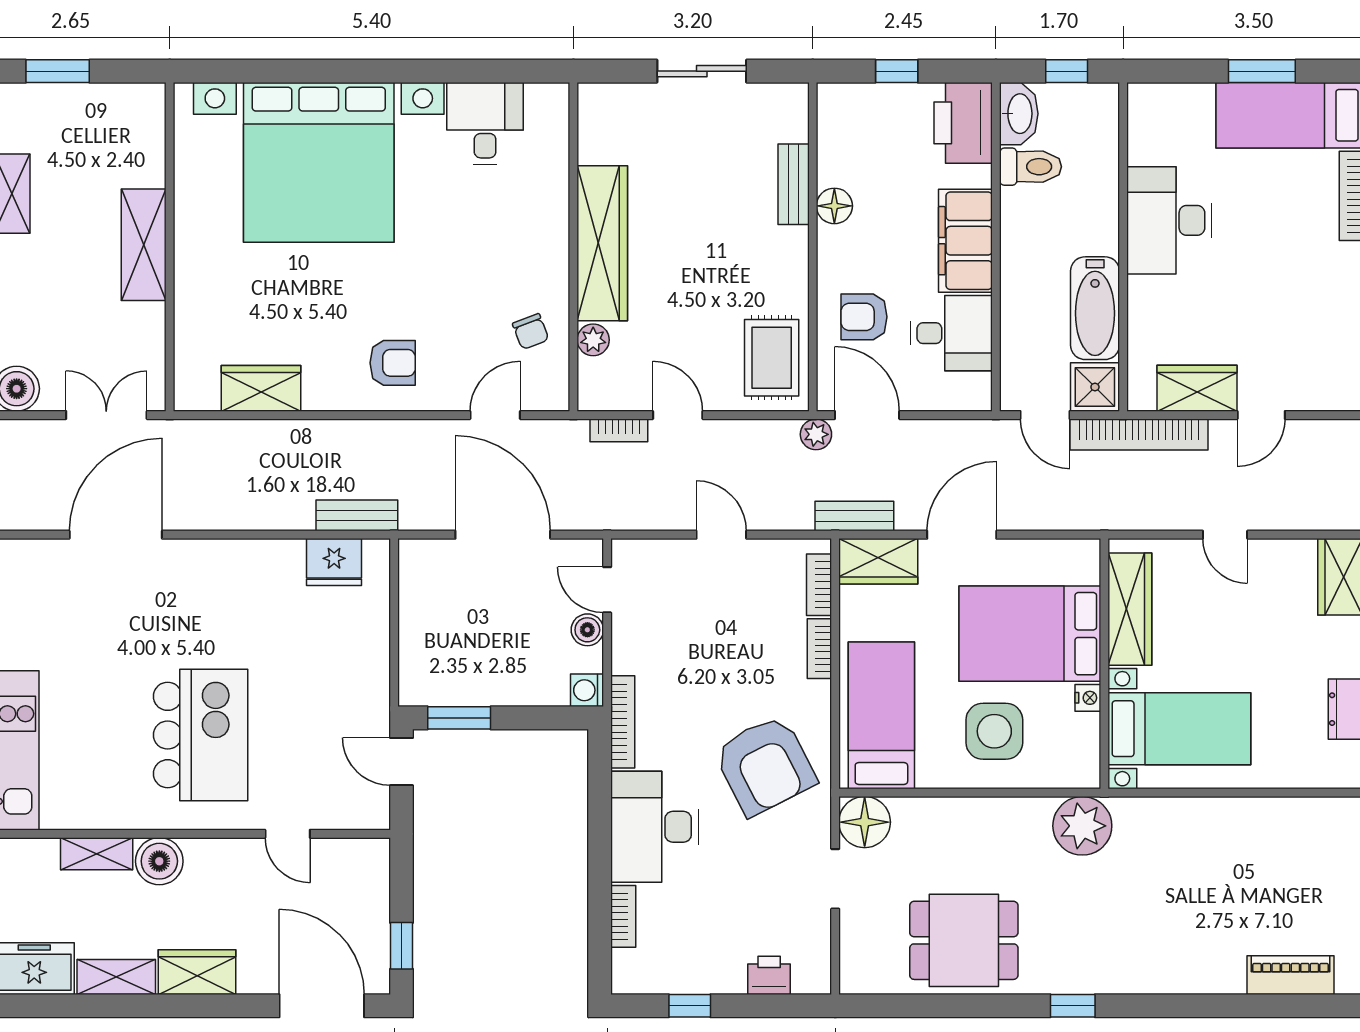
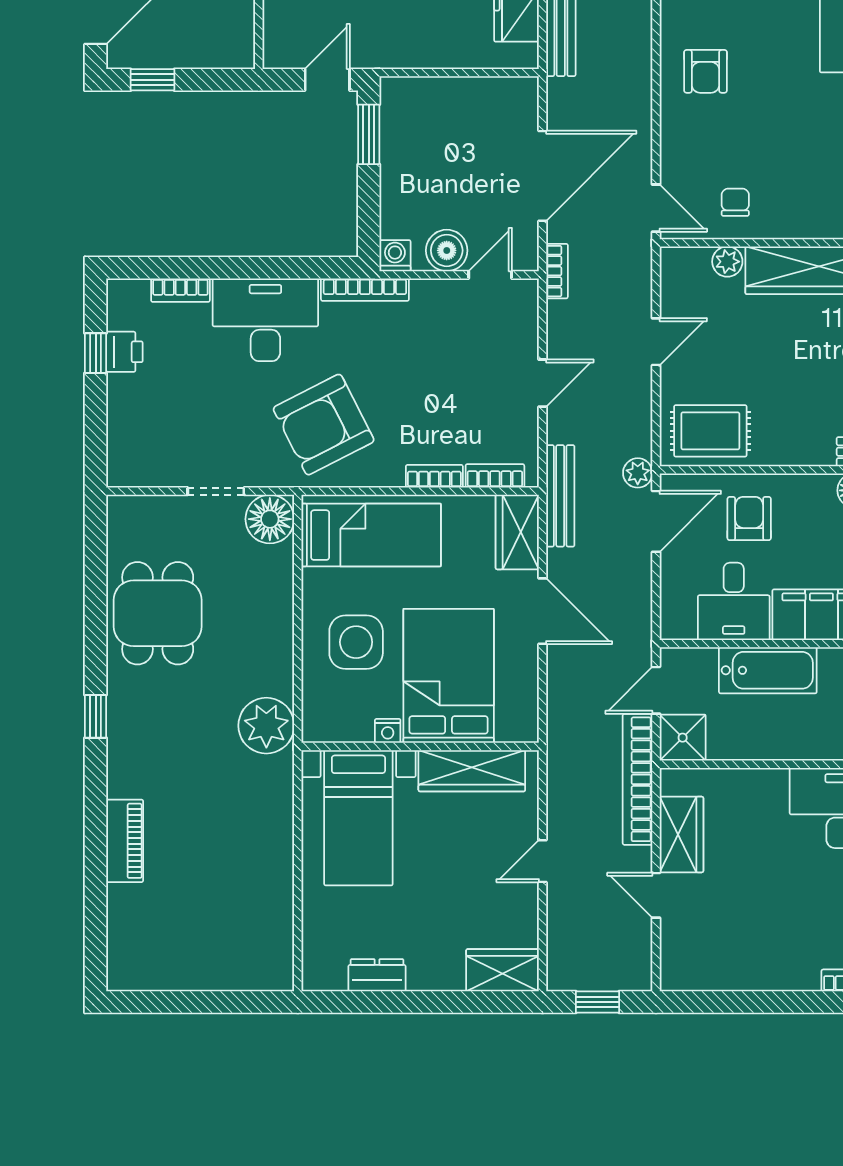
bathtub: (1095, 308) -> (768, 670), moved, turned 180
chair: (531, 332) -> (735, 202), turned 111
door: (495, 415) -> (656, 208), moved
bookcase: (619, 430) -> (557, 271), moved, turned 180
bench: (854, 516) -> (560, 496), width x1.36
boiler: (587, 630) -> (447, 250), width x1.36, depth x1.36
printer: (769, 975) -> (124, 352), moved
piano: (1291, 975) -> (125, 841), moved

